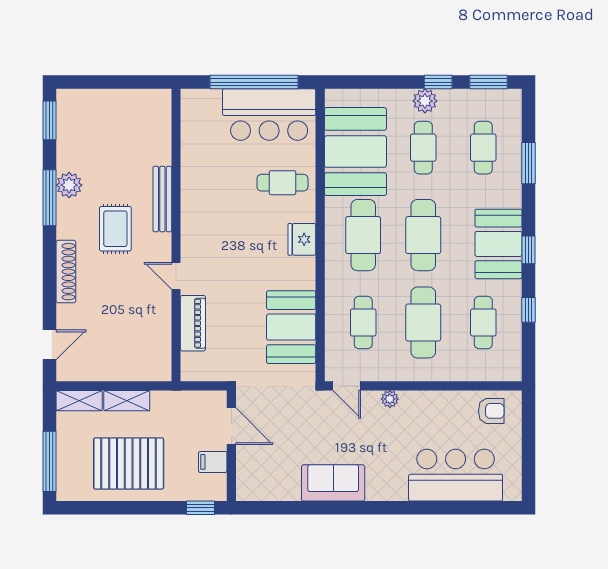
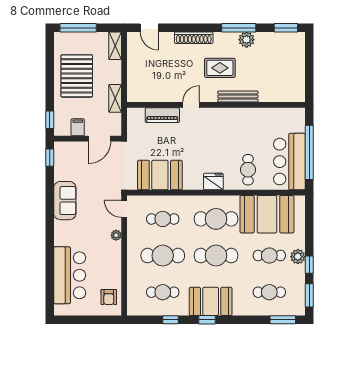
window: (529, 163) -> (283, 320), moved
door: (347, 386) -> (124, 209), hinge flipped
shelving: (127, 401) -> (115, 98), moved
window: (263, 508) -> (50, 158), added

